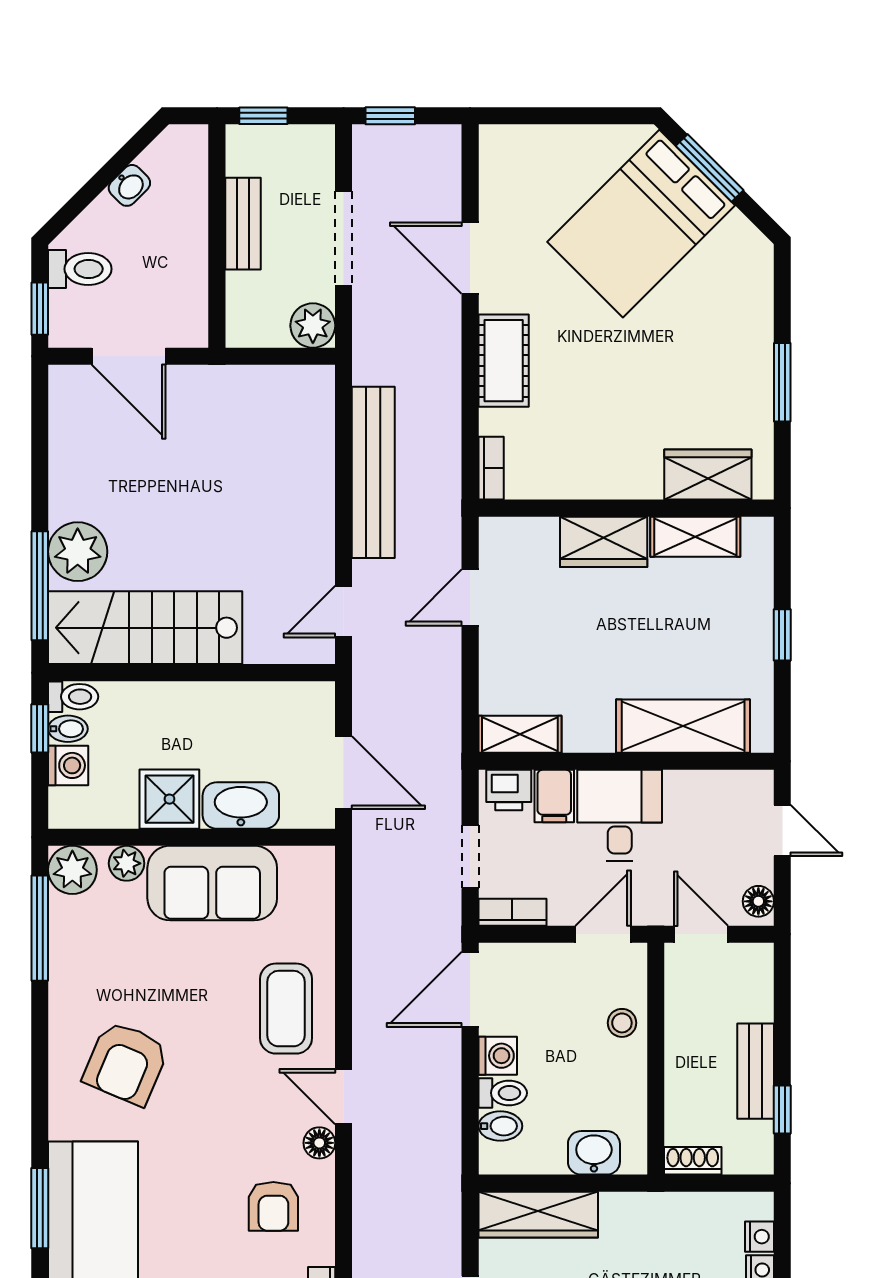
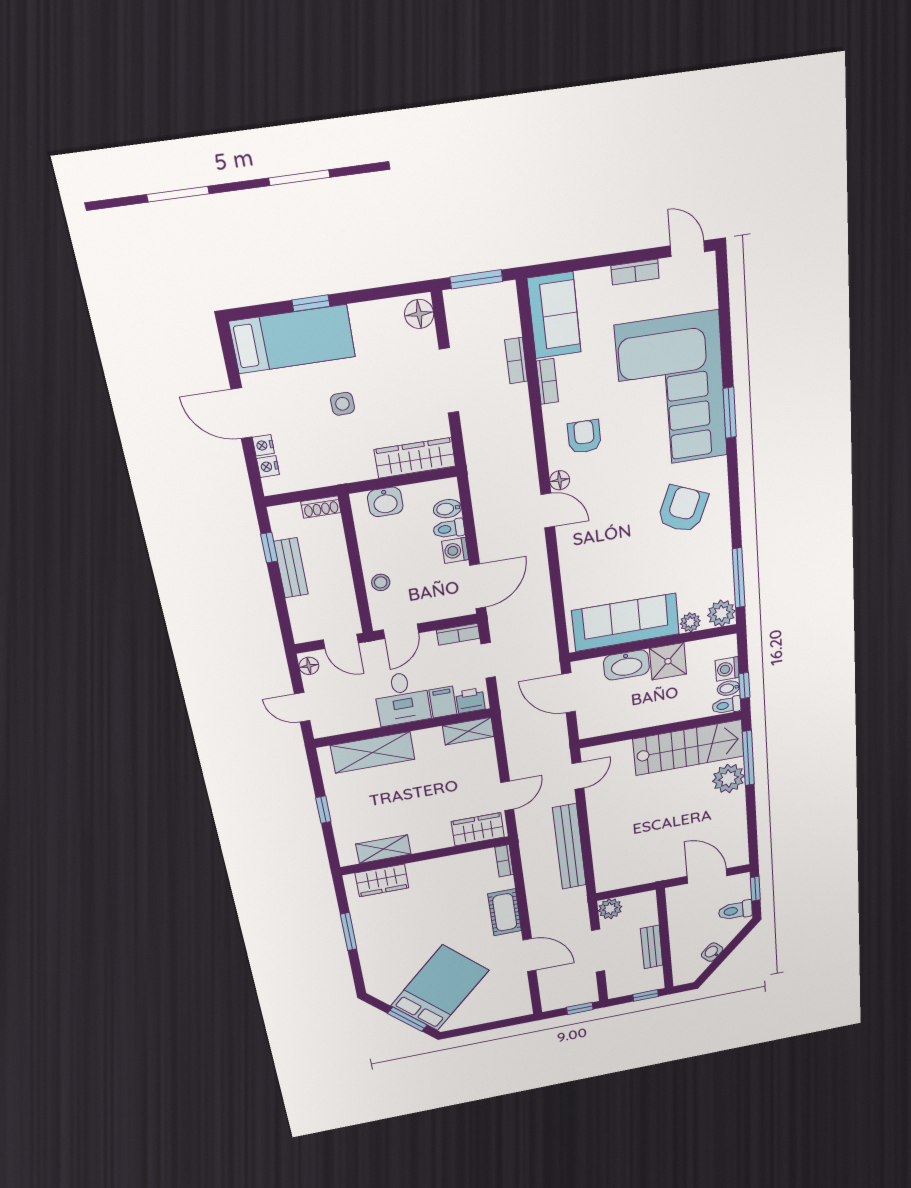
wardrobe: (604, 542) -> (478, 829), moved
sofa: (212, 883) -> (626, 622), width x1.36
coffee table: (286, 1009) -> (589, 557), removed

